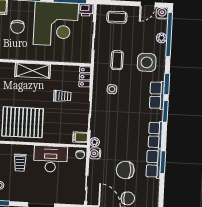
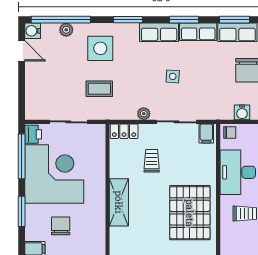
coffee table: (117, 17) -> (41, 92), removed
chair: (17, 27) -> (61, 226), turned -90
side table: (112, 89) -> (173, 76), moved
row of seats: (157, 95) -> (159, 32), moved
window: (165, 111) -> (184, 20), moved
plant: (95, 142) -> (144, 114), moved
water cooler: (95, 153) -> (242, 112), moved

